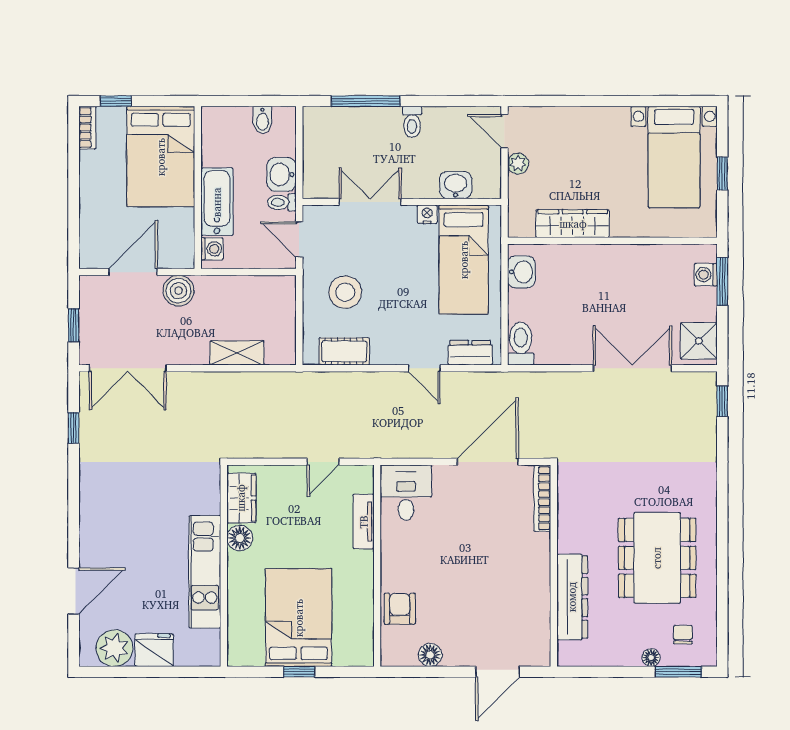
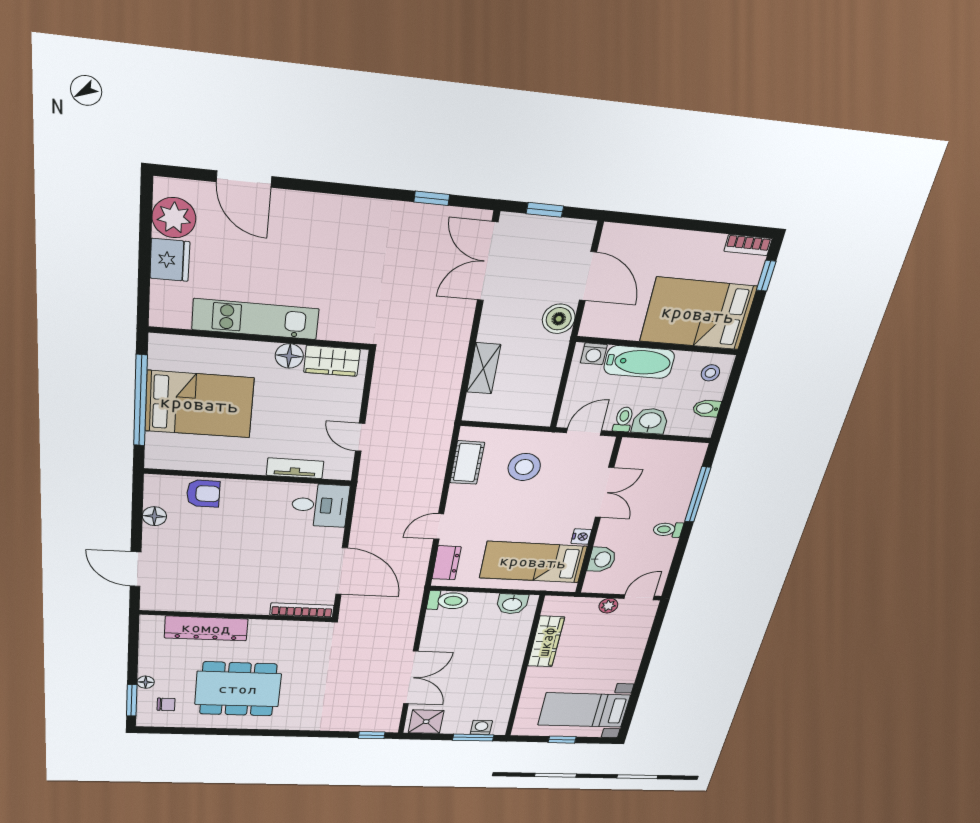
stool: (222, 127) -> (710, 373), added
window: (299, 672) -> (140, 401), width x3.17

